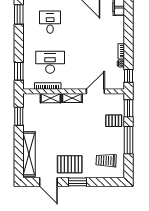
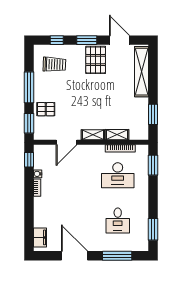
pallet: (70, 164) -> (96, 60), turned 90
window: (104, 182) -> (57, 40), added

